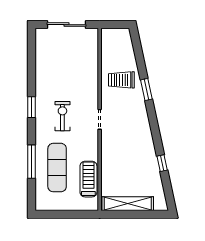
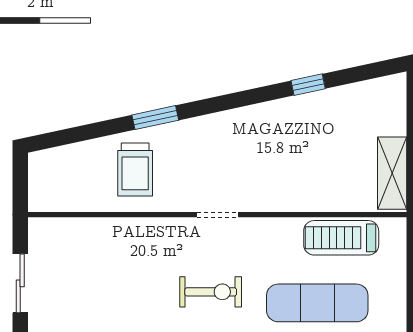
sliding door: (66, 25) -> (20, 283), width x0.73
exercise bike: (62, 116) -> (211, 292), turned 180
shelving: (128, 204) -> (392, 173), width x0.68

